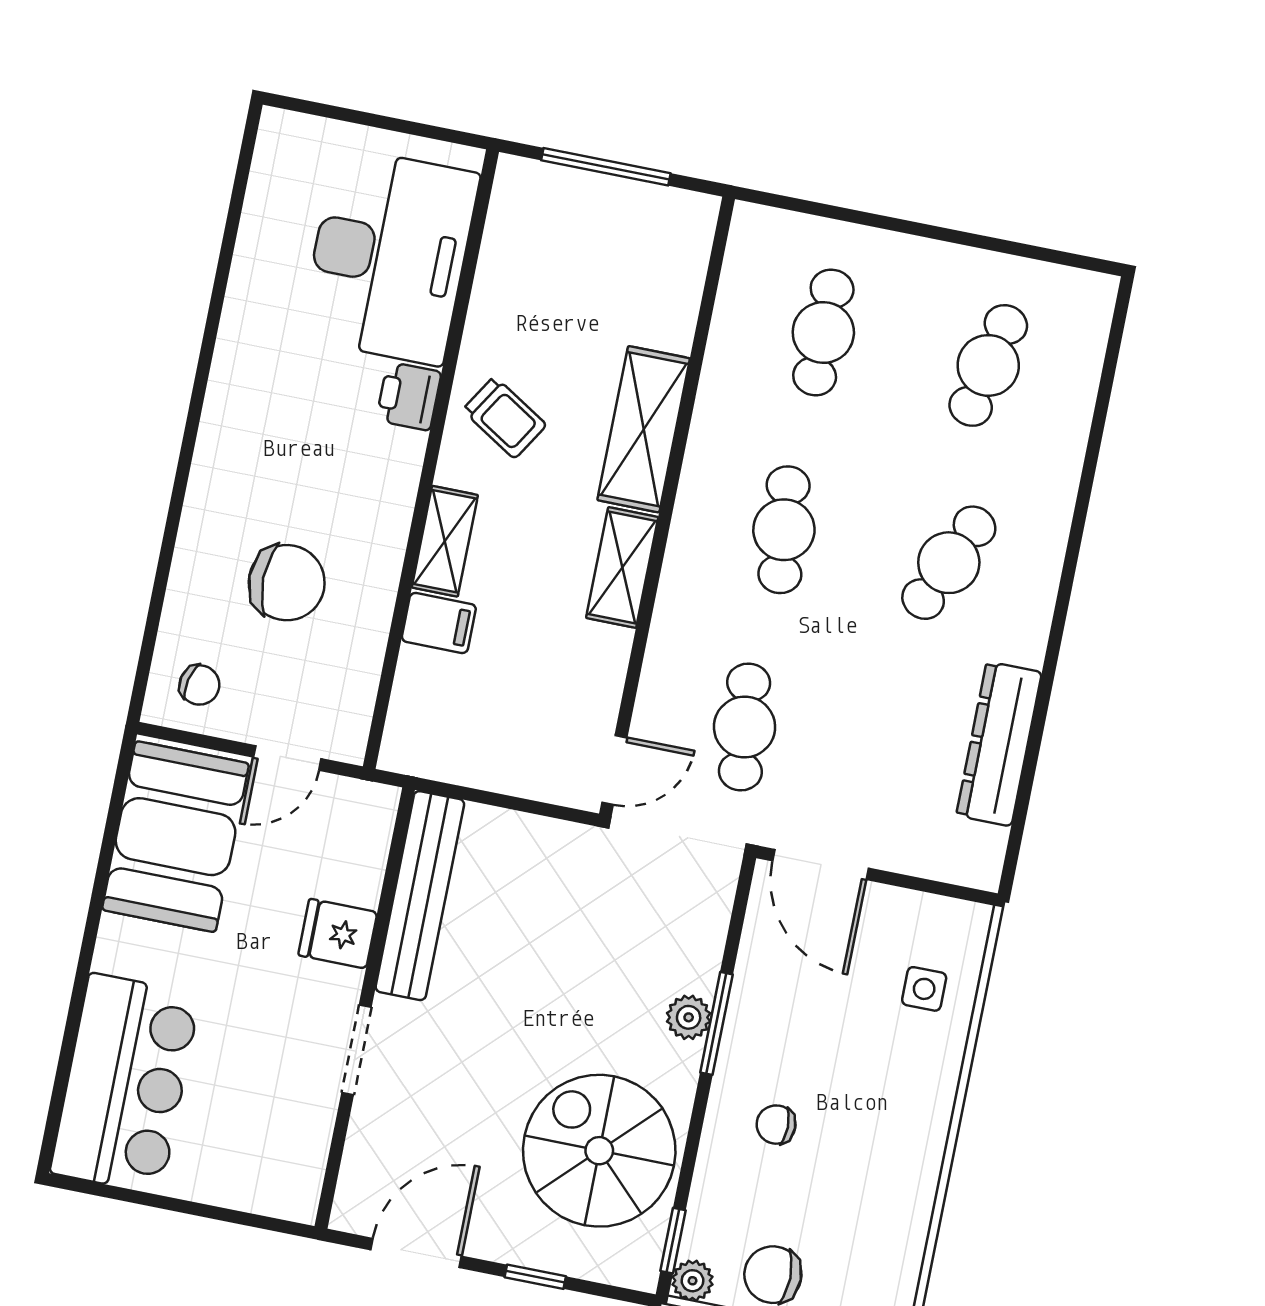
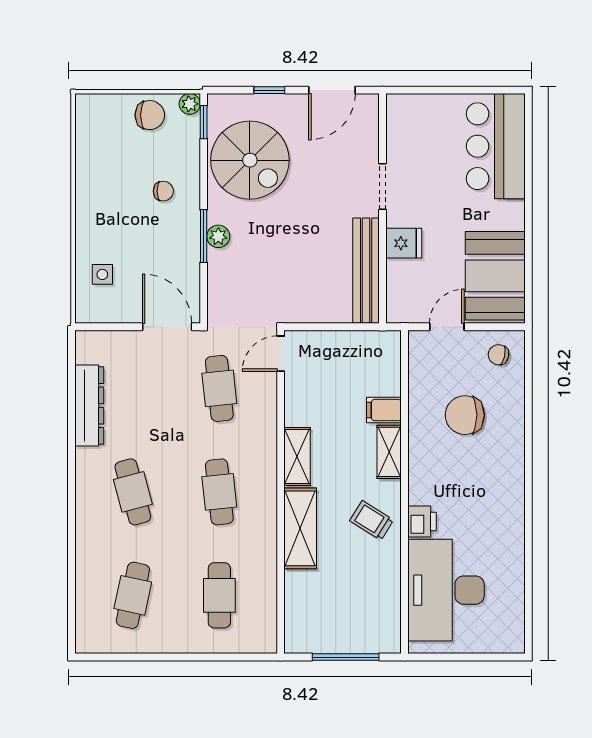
cafe table: (949, 563) -> (133, 492), turned -39

